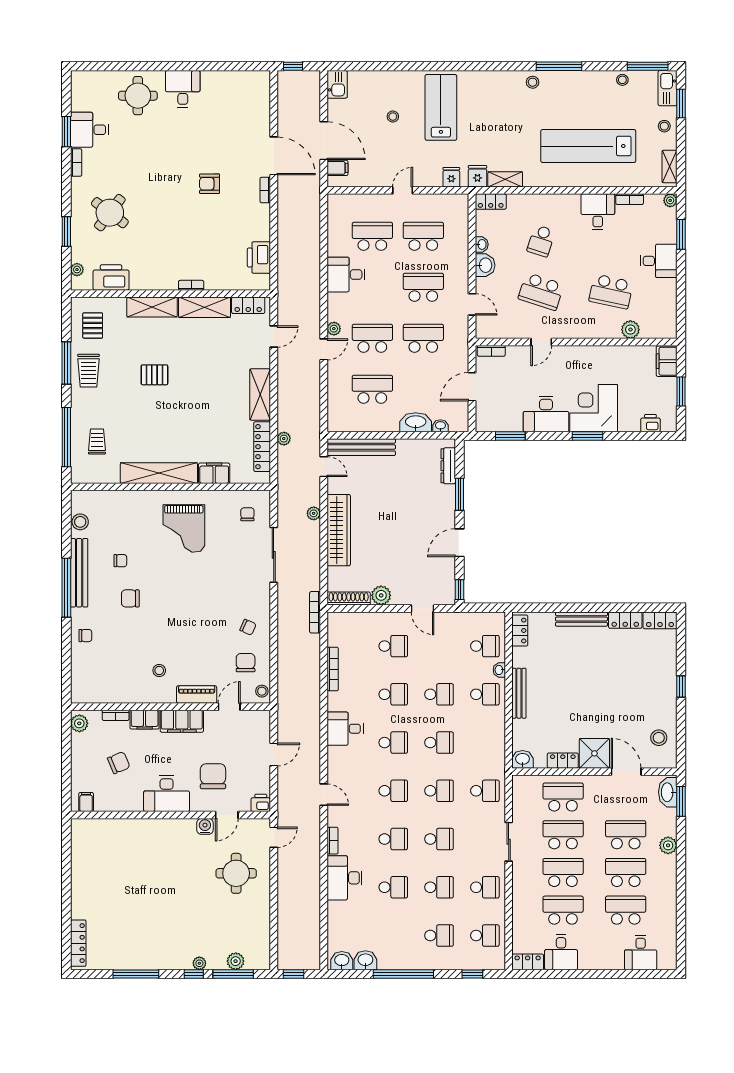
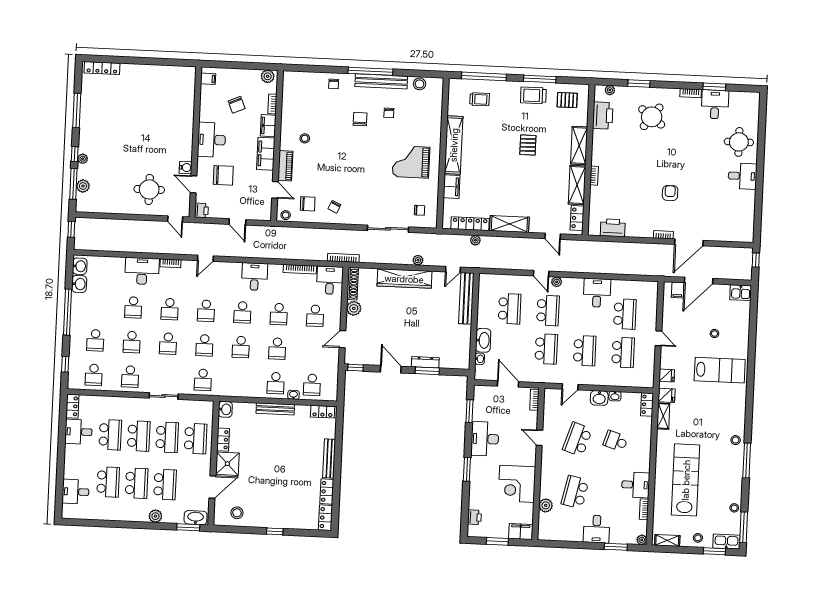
corner desk: (594, 408) -> (517, 484), moved, turned 180
dresser: (448, 466) -> (425, 362), moved
desk: (345, 629) -> (330, 280), added

